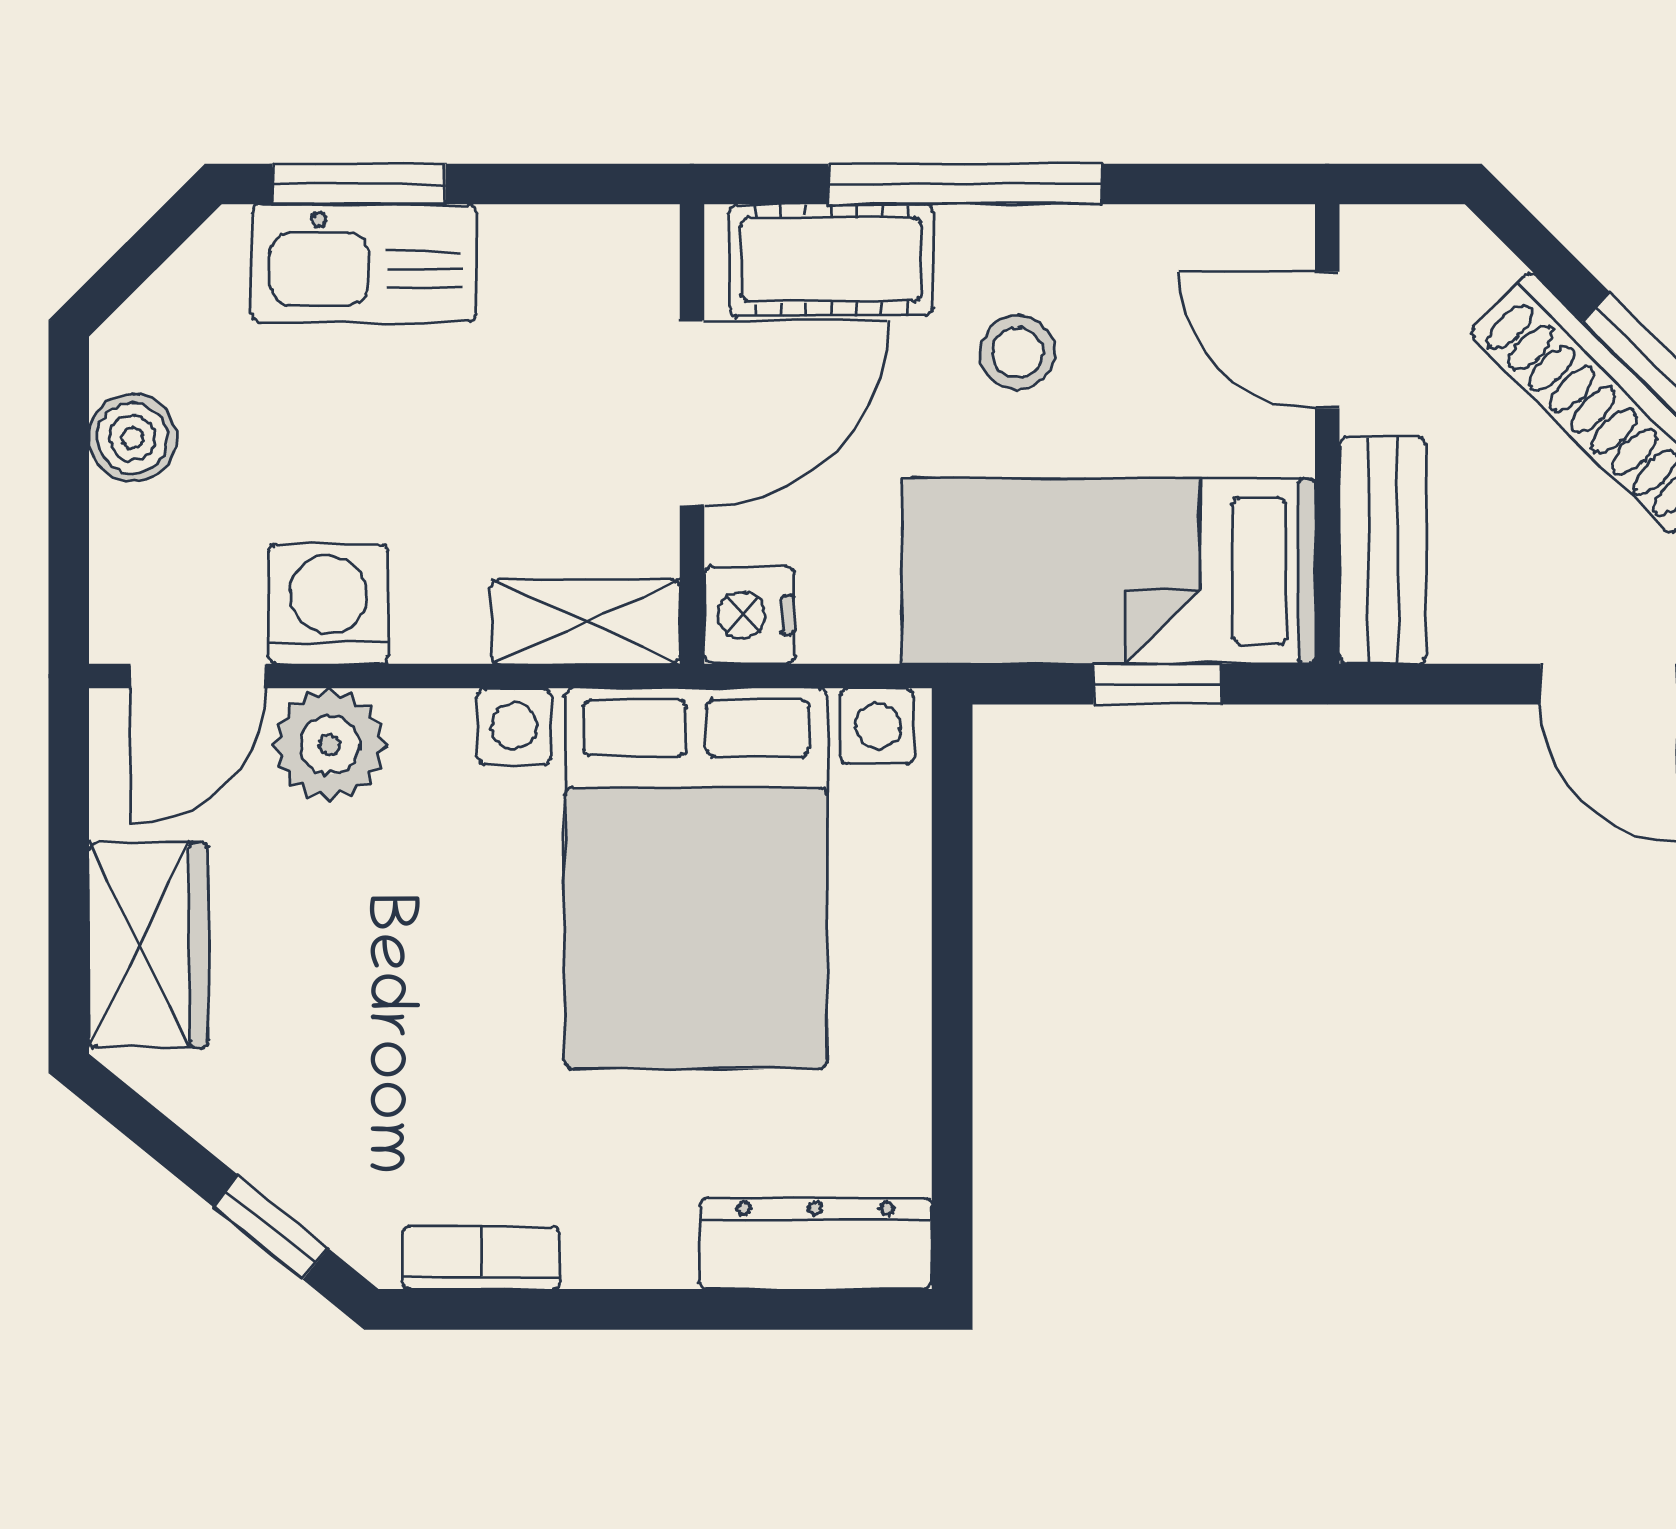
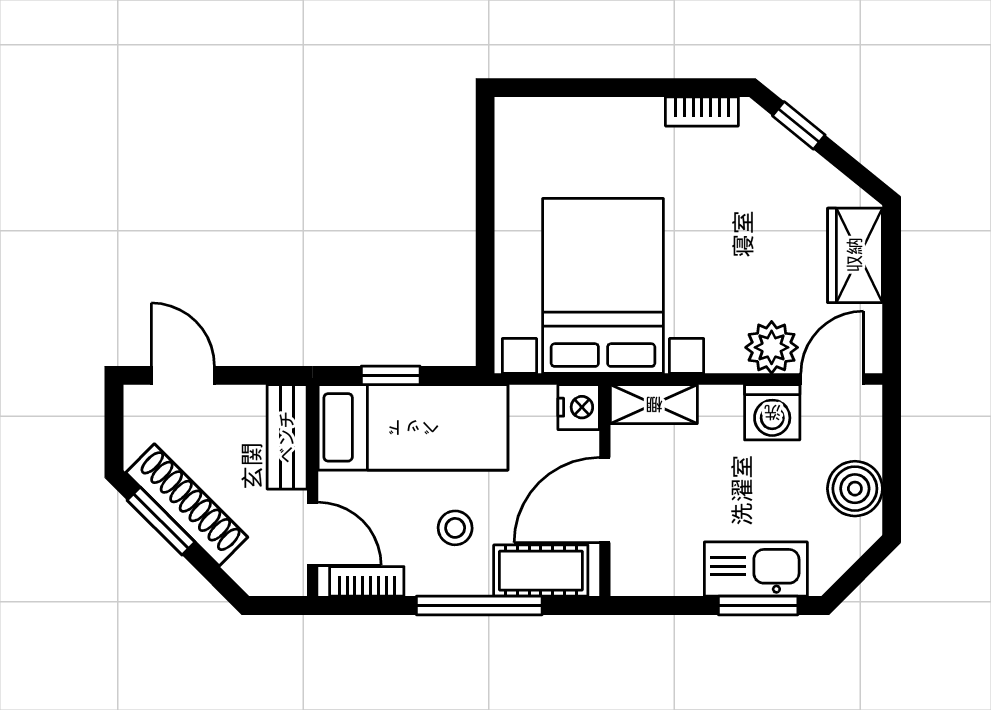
bookcase: (1209, 236) -> (367, 581), added
boiler: (133, 438) -> (855, 489), width x1.36, depth x1.36
dresser: (815, 1244) -> (548, 118), removed

